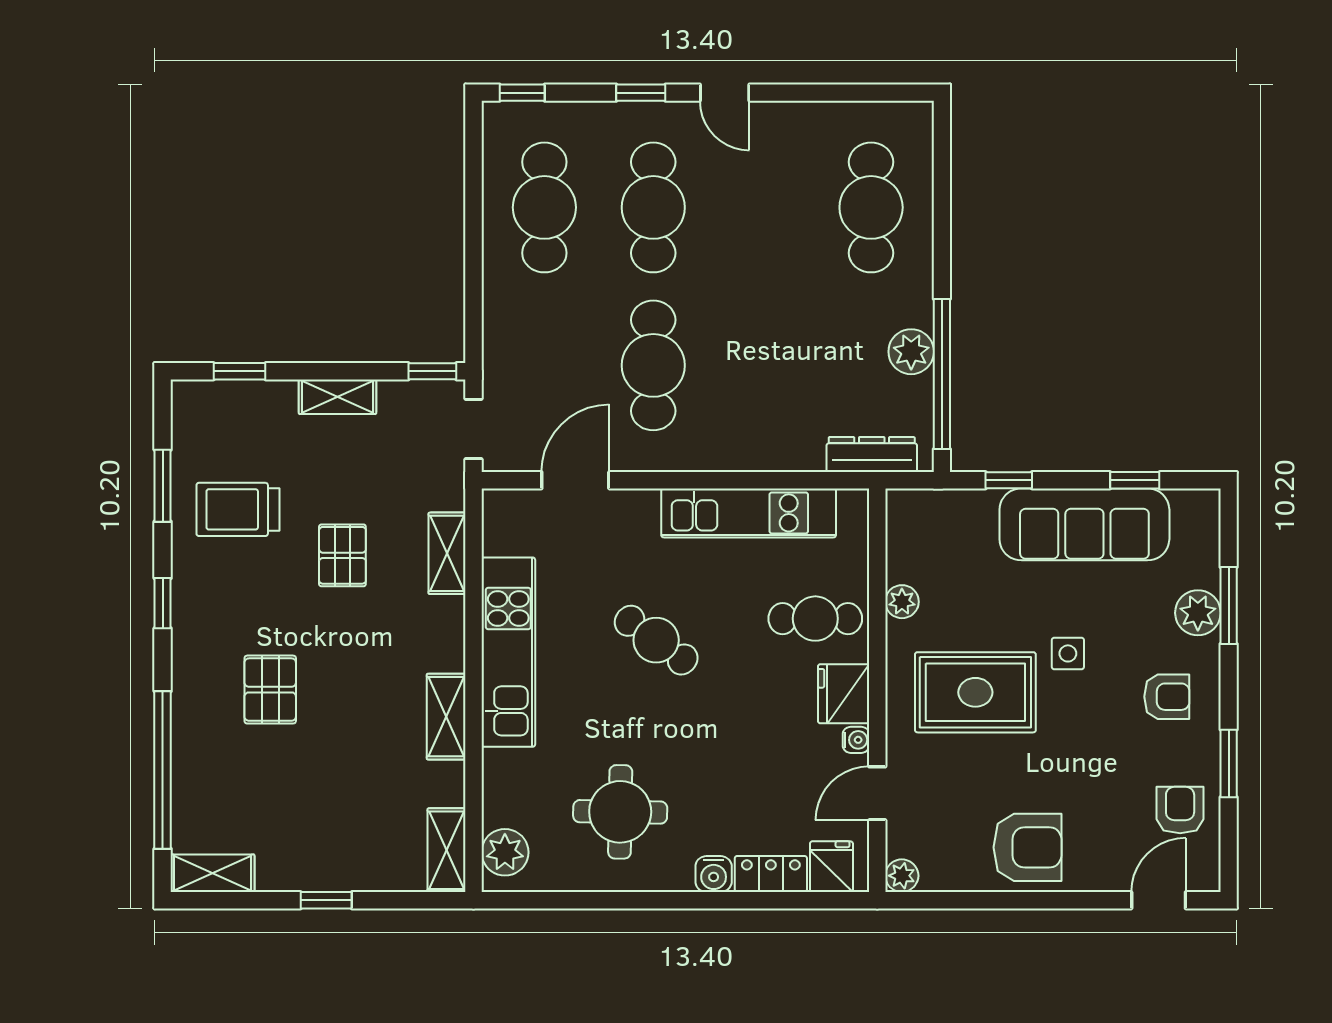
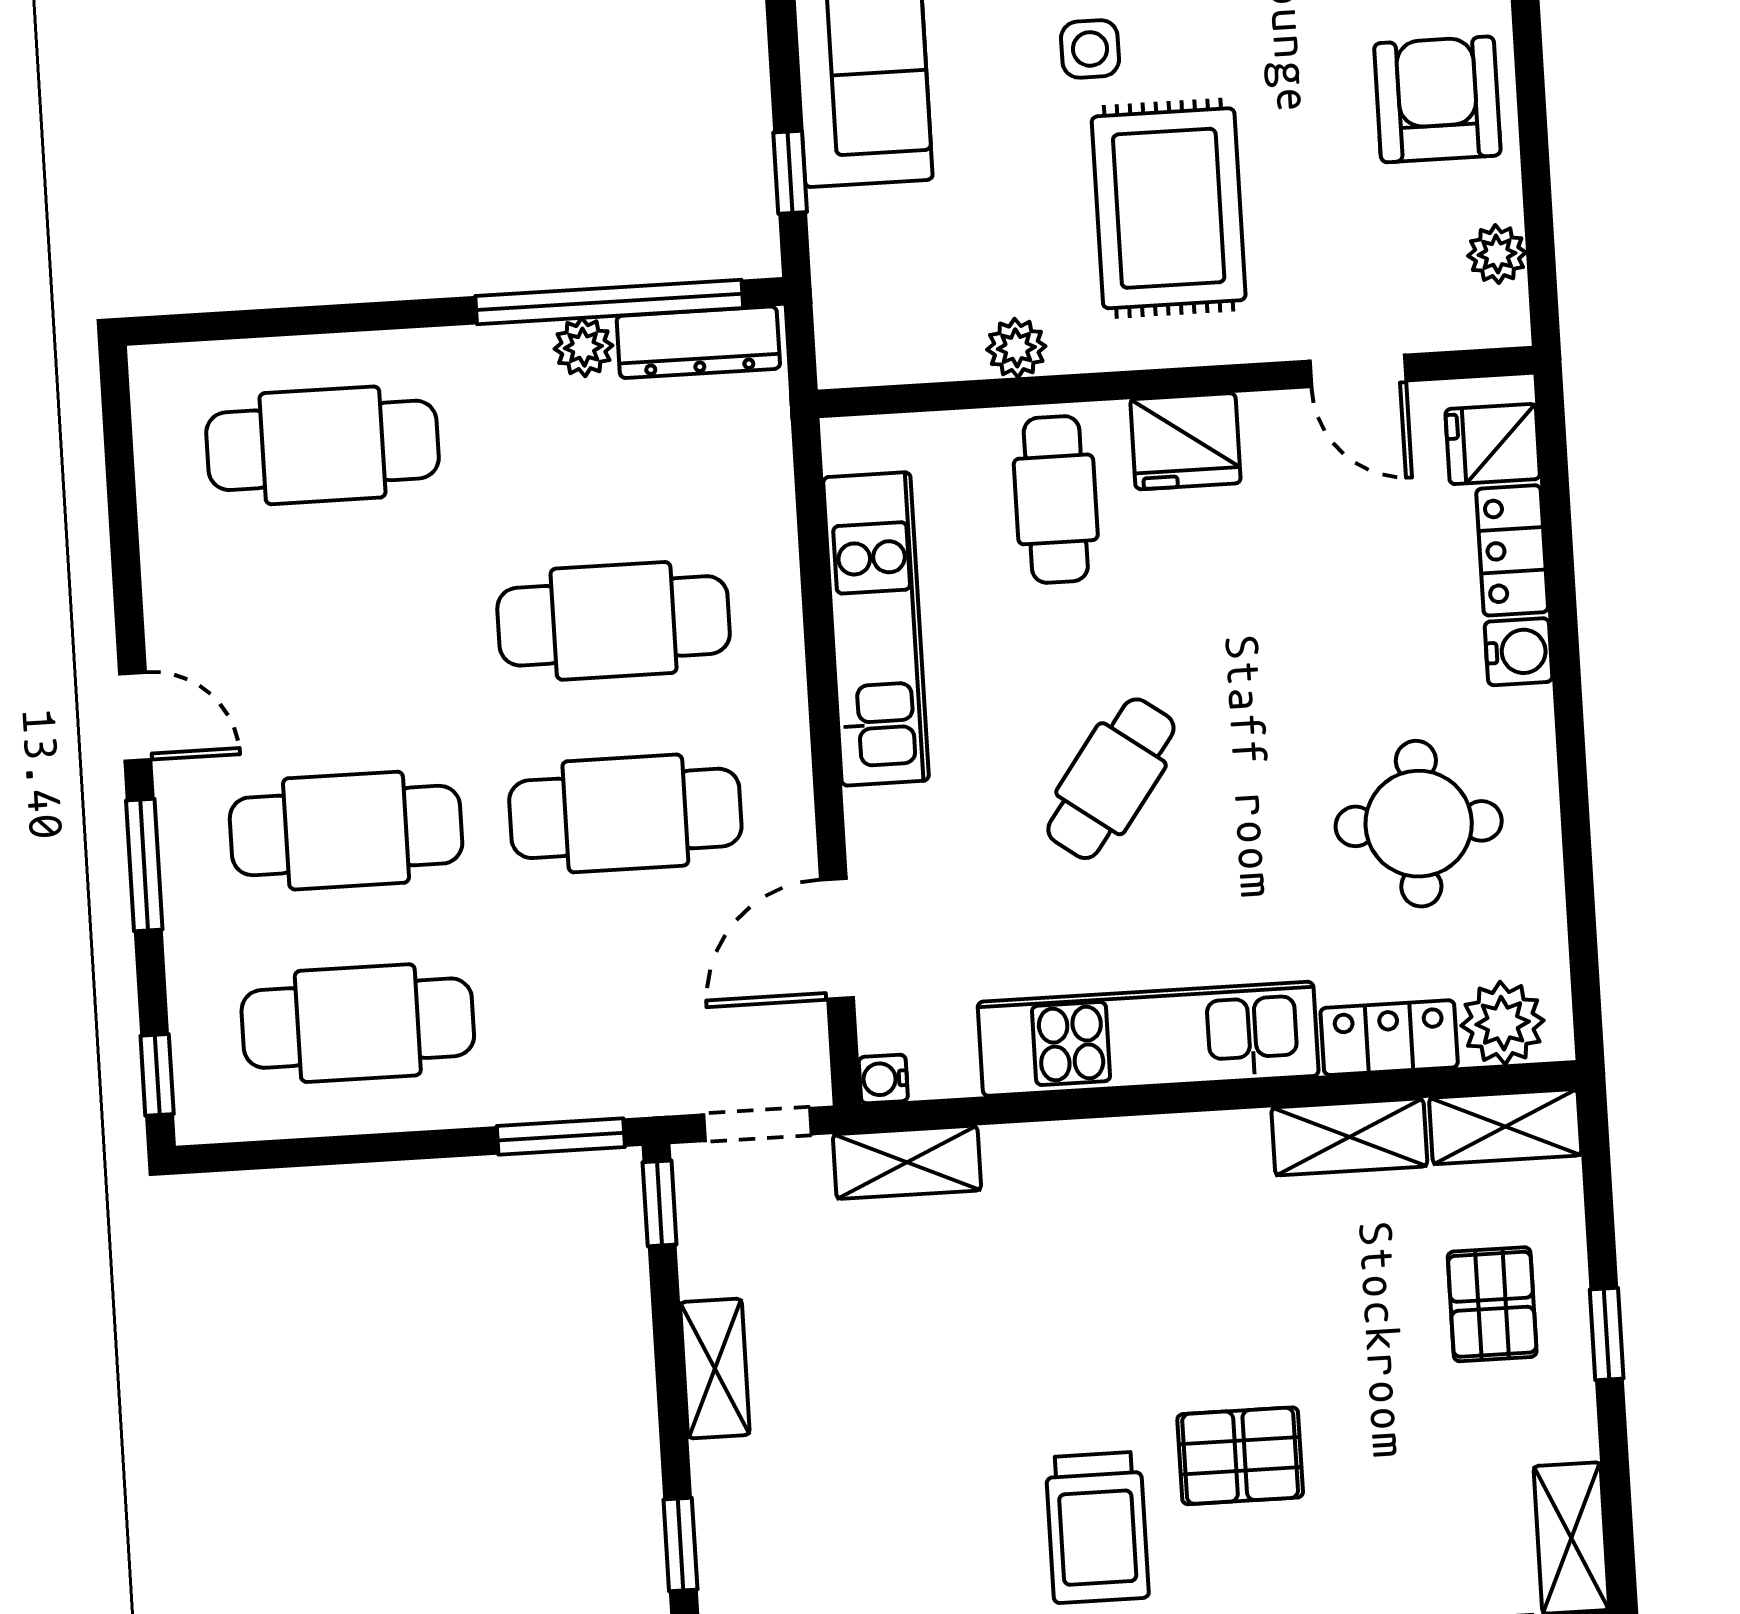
window: (641, 93) -> (144, 865), width x1.50
door: (725, 93) -> (135, 717), hinge flipped
window: (473, 318) -> (561, 1136), added
plant: (911, 352) -> (583, 347), width x0.73, depth x0.73
cafe table: (762, 365) -> (614, 621), added
dresser: (872, 455) -> (698, 342), moved, turned -90
door: (575, 480) -> (837, 939), hinge flipped
trolley: (238, 509) -> (1097, 1527), moved
shelving: (447, 553) -> (907, 1162), moved
pallet: (342, 555) -> (1492, 1304), moved, turned 90
shelving: (446, 717) -> (1349, 1137), moved
water cooler: (856, 740) -> (883, 1079), moved, turned -90
locker: (501, 788) -> (1389, 1038), added
plant: (902, 876) -> (1497, 254), moved

